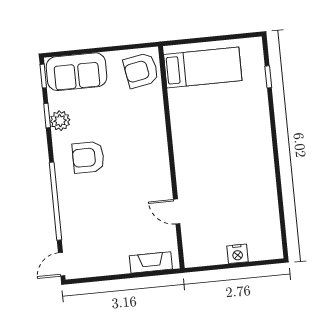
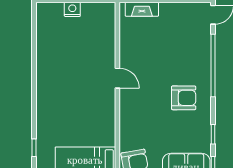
plant: (60, 121) -> (203, 129), removed
door: (177, 212) -> (117, 78), moved

